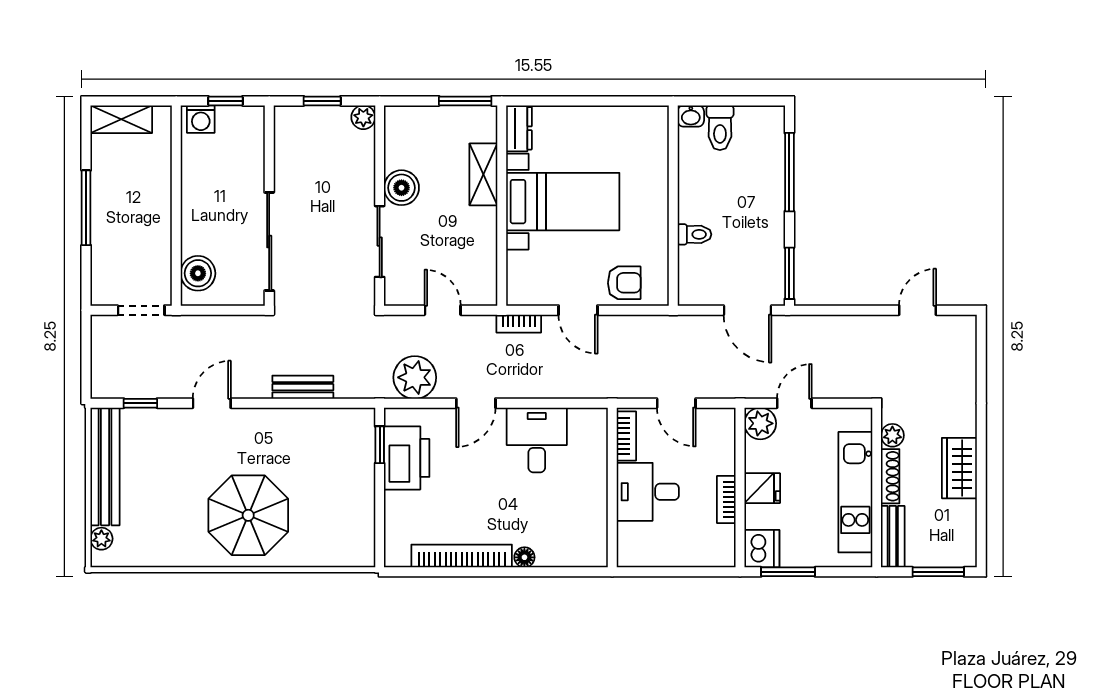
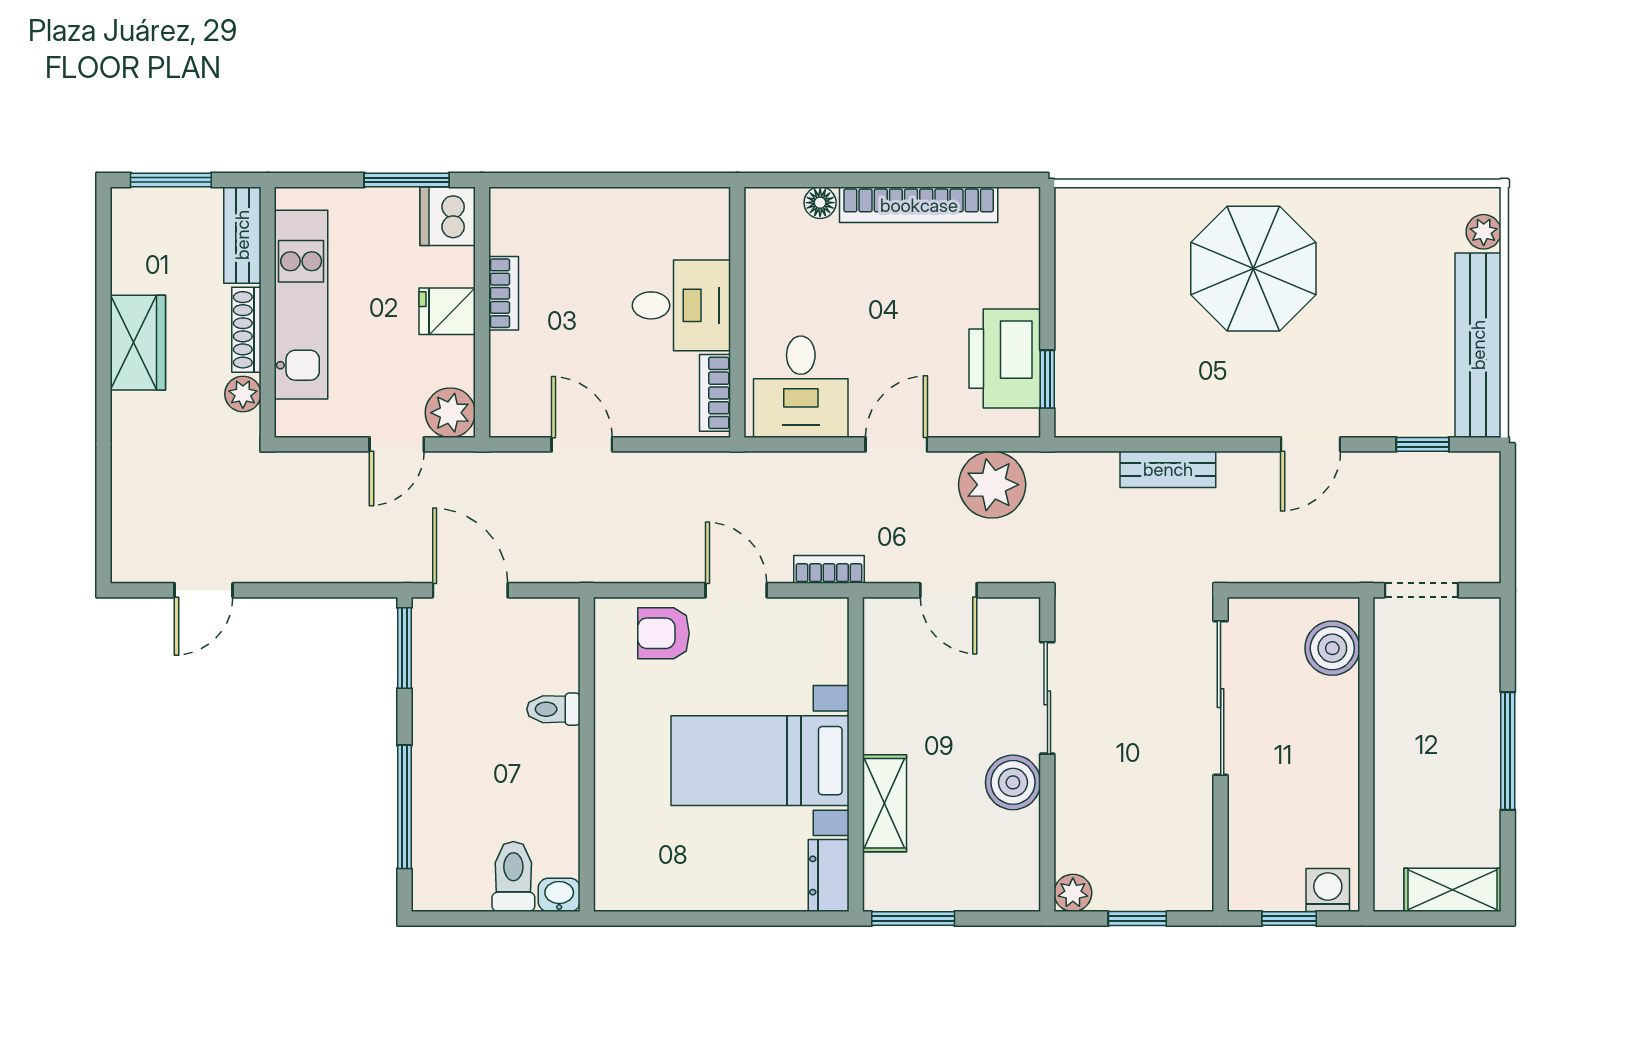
bookcase: (626, 436) -> (715, 393), moved
wall: (612, 487) -> (737, 312), moved
desk: (648, 492) -> (681, 305), moved

